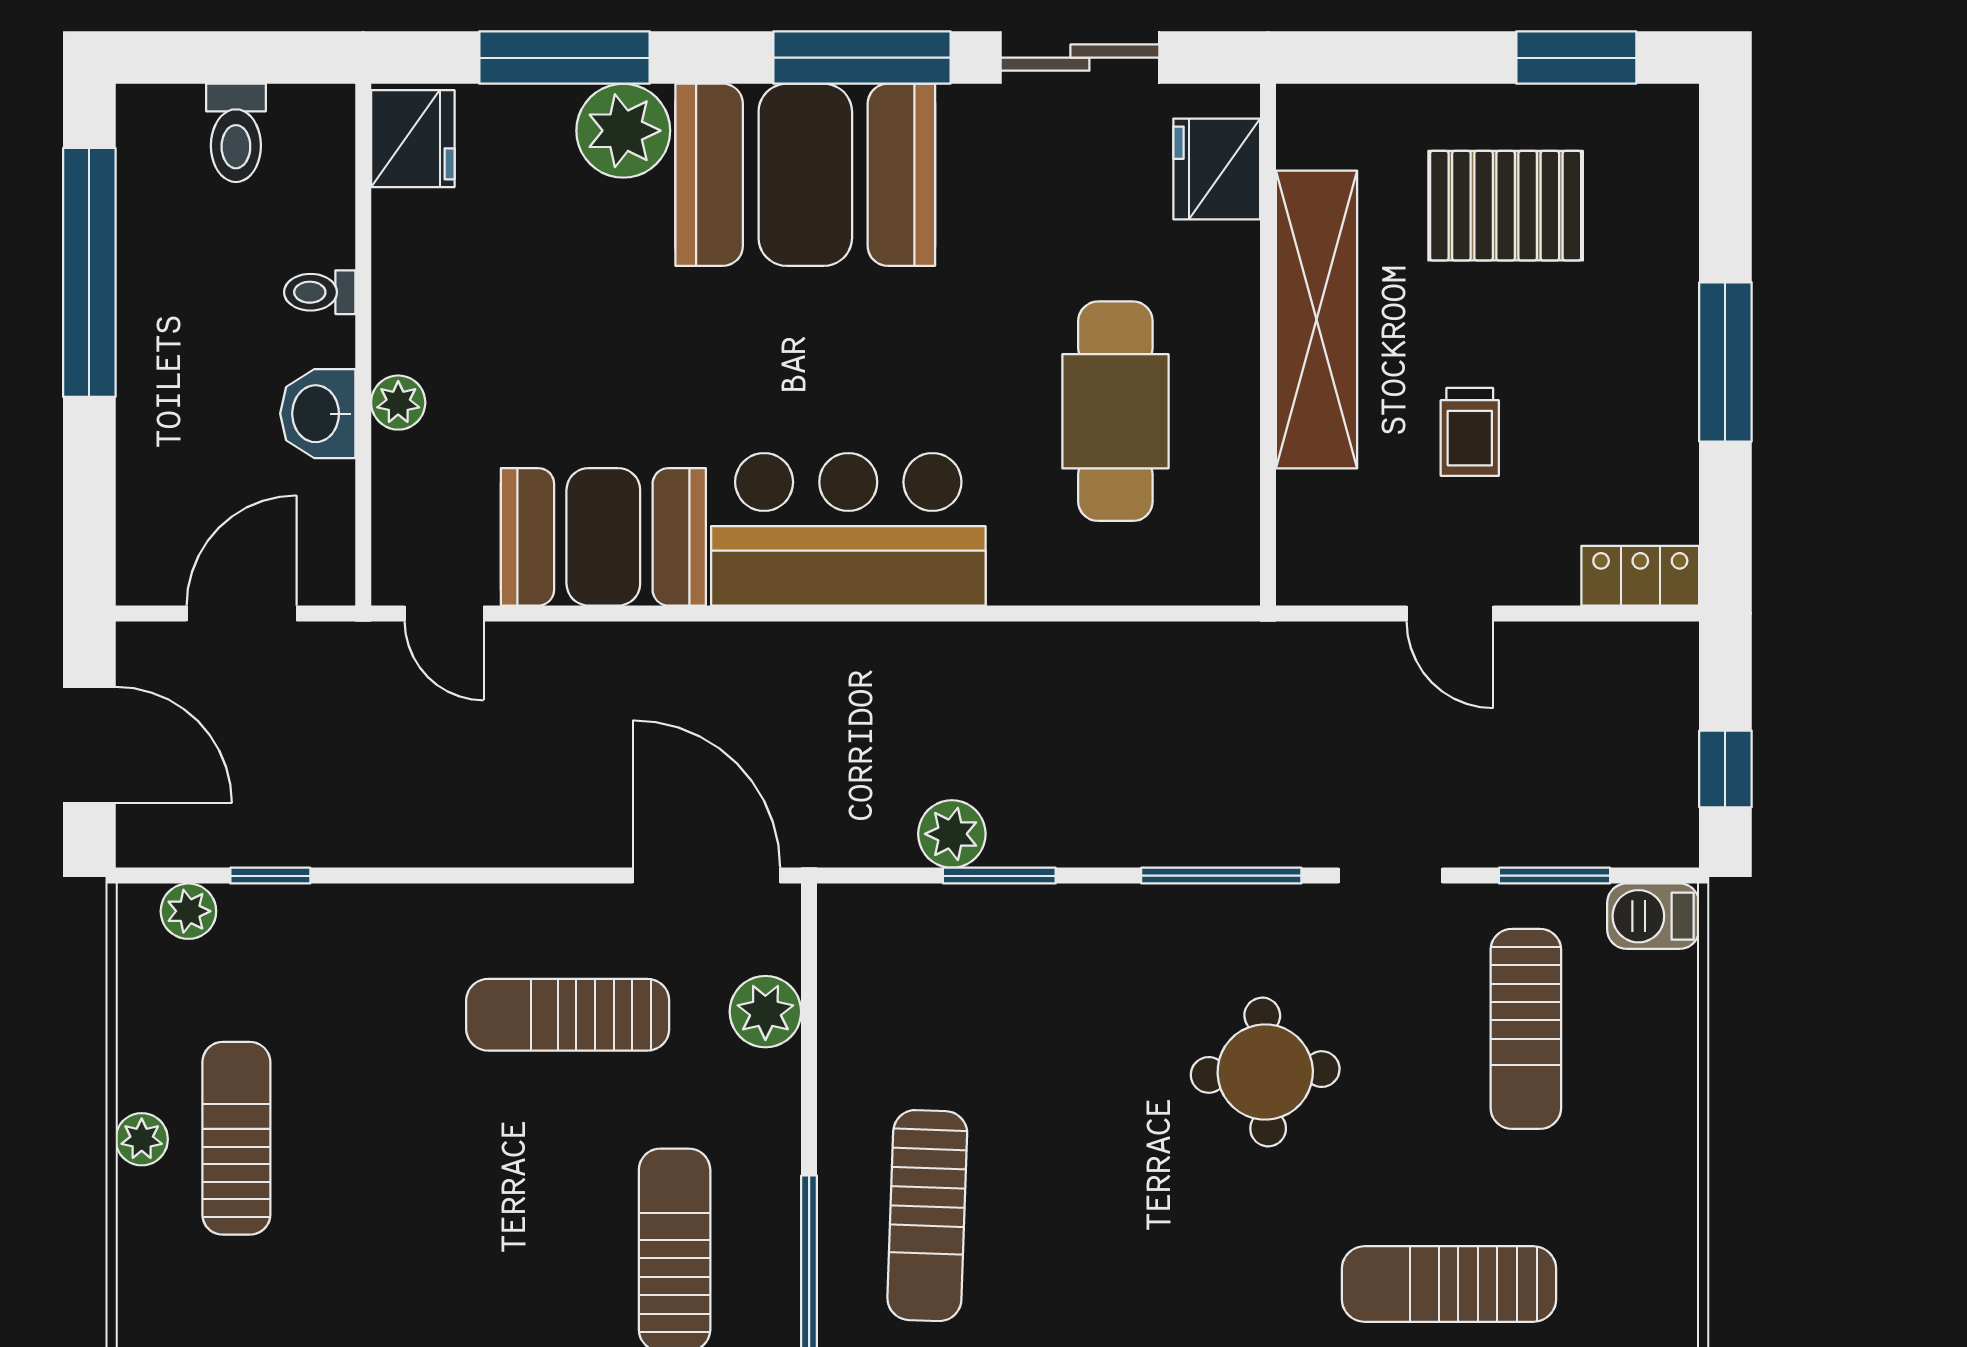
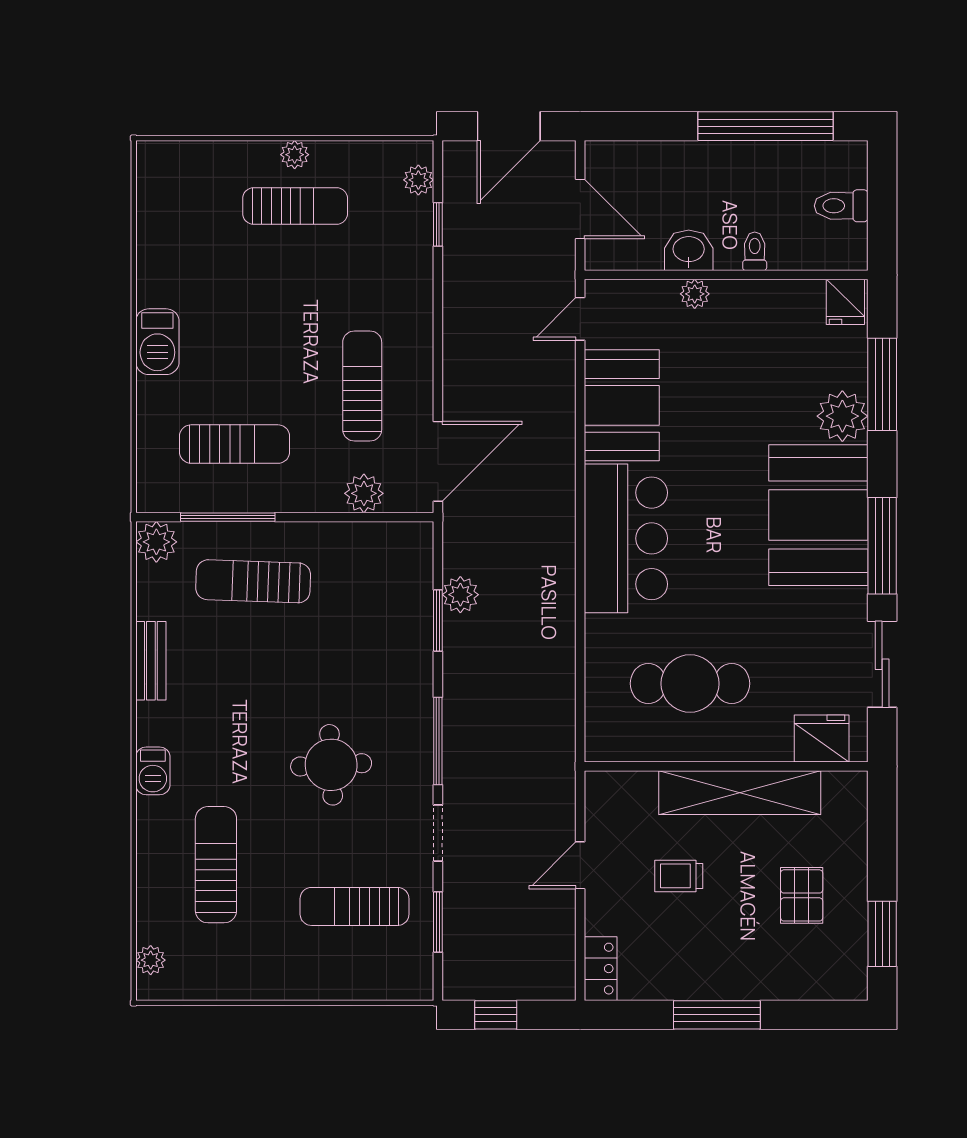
fridge: (413, 139) -> (845, 302), width x0.72
pallet: (1506, 206) -> (802, 895), width x0.67, depth x0.71
barbecue: (1653, 916) -> (416, 976), removed

